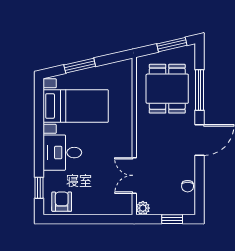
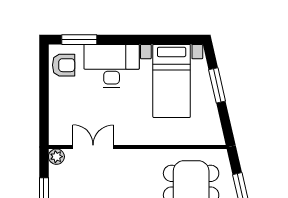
desk: (62, 153) -> (112, 66), width x1.37
window: (39, 188) -> (79, 40), width x1.50

